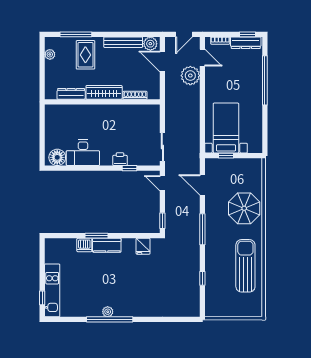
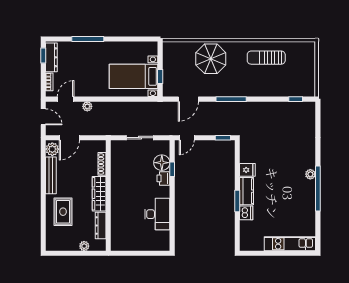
window: (76, 34) -> (43, 221), removed
plant: (50, 54) -> (84, 246), moved
rug: (85, 55) -> (63, 212), turned 90
plant: (190, 76) -> (87, 106), width x0.53, depth x0.53
window: (265, 80) -> (88, 39), width x0.68
sliding door: (162, 147) -> (140, 138), moved
floor lamp: (57, 157) -> (162, 163), moved
fridge: (143, 246) -> (247, 170), moved
sun lounger: (245, 266) -> (266, 58), width x0.73, depth x0.75
window: (202, 278) -> (296, 99), moved
window: (42, 298) -> (297, 253), removed
plant: (108, 312) -> (310, 174), moved

